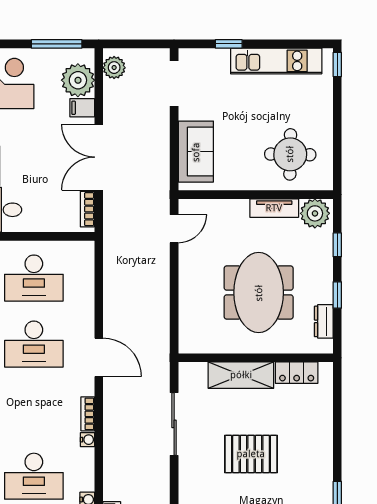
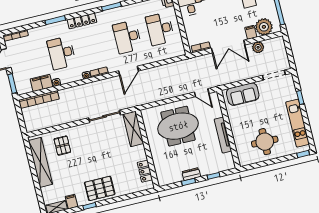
plant: (114, 68) -> (258, 47), moved
round table: (290, 154) -> (265, 142), moved
double door: (99, 157) -> (228, 47), swing flipped
tv unit: (274, 208) -> (223, 135), width x1.41
plant: (315, 213) -> (226, 161), removed
meeting table: (259, 293) -> (178, 126), moved
dresser: (324, 321) -> (191, 174), moved
shelving: (241, 375) -> (133, 129), moved
pallet: (251, 454) -> (100, 188), moved, turned 90

